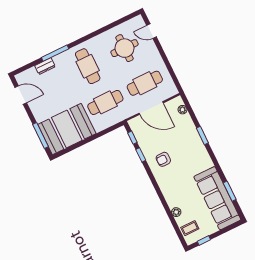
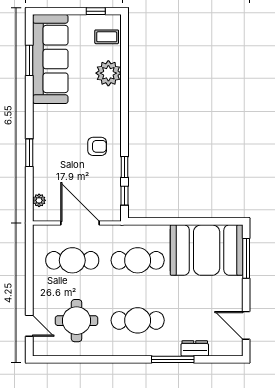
cafe table: (88, 66) -> (138, 320), turned 90
plant: (176, 212) -> (108, 73), width x1.88, depth x1.88

